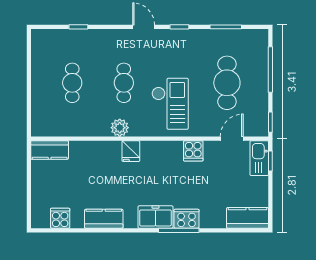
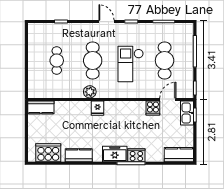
cafe table: (124, 83) -> (93, 60), width x1.37, depth x1.35
checkout: (170, 104) -> (131, 64), moved, turned 180
cooker: (193, 151) -> (153, 108), moved
cooker: (60, 218) -> (48, 153), width x1.87, depth x1.31

